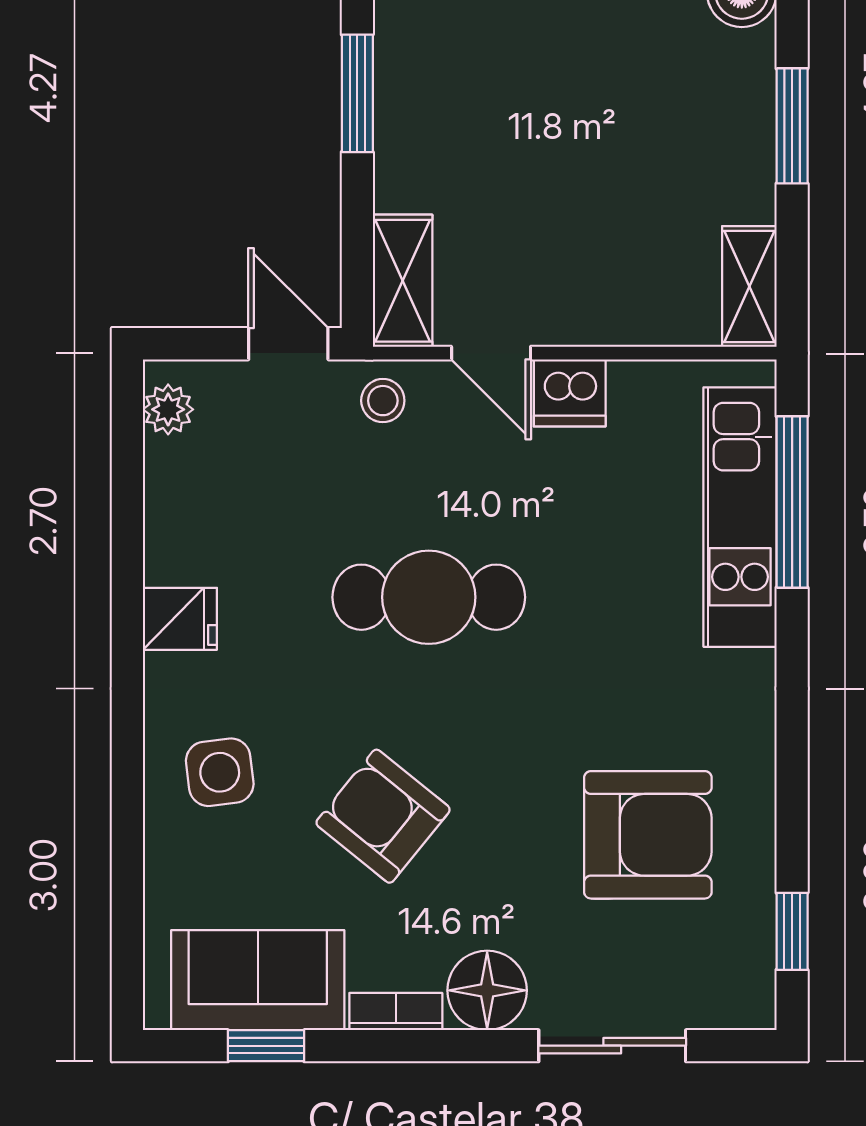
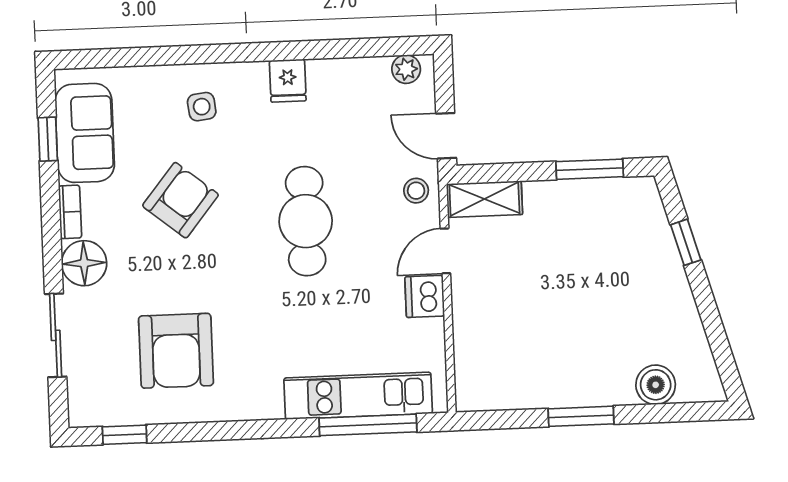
shelving: (749, 286) -> (489, 396), removed
door: (288, 344) -> (446, 136), swing flipped
side table: (220, 772) -> (202, 107), width x0.73, depth x0.73

